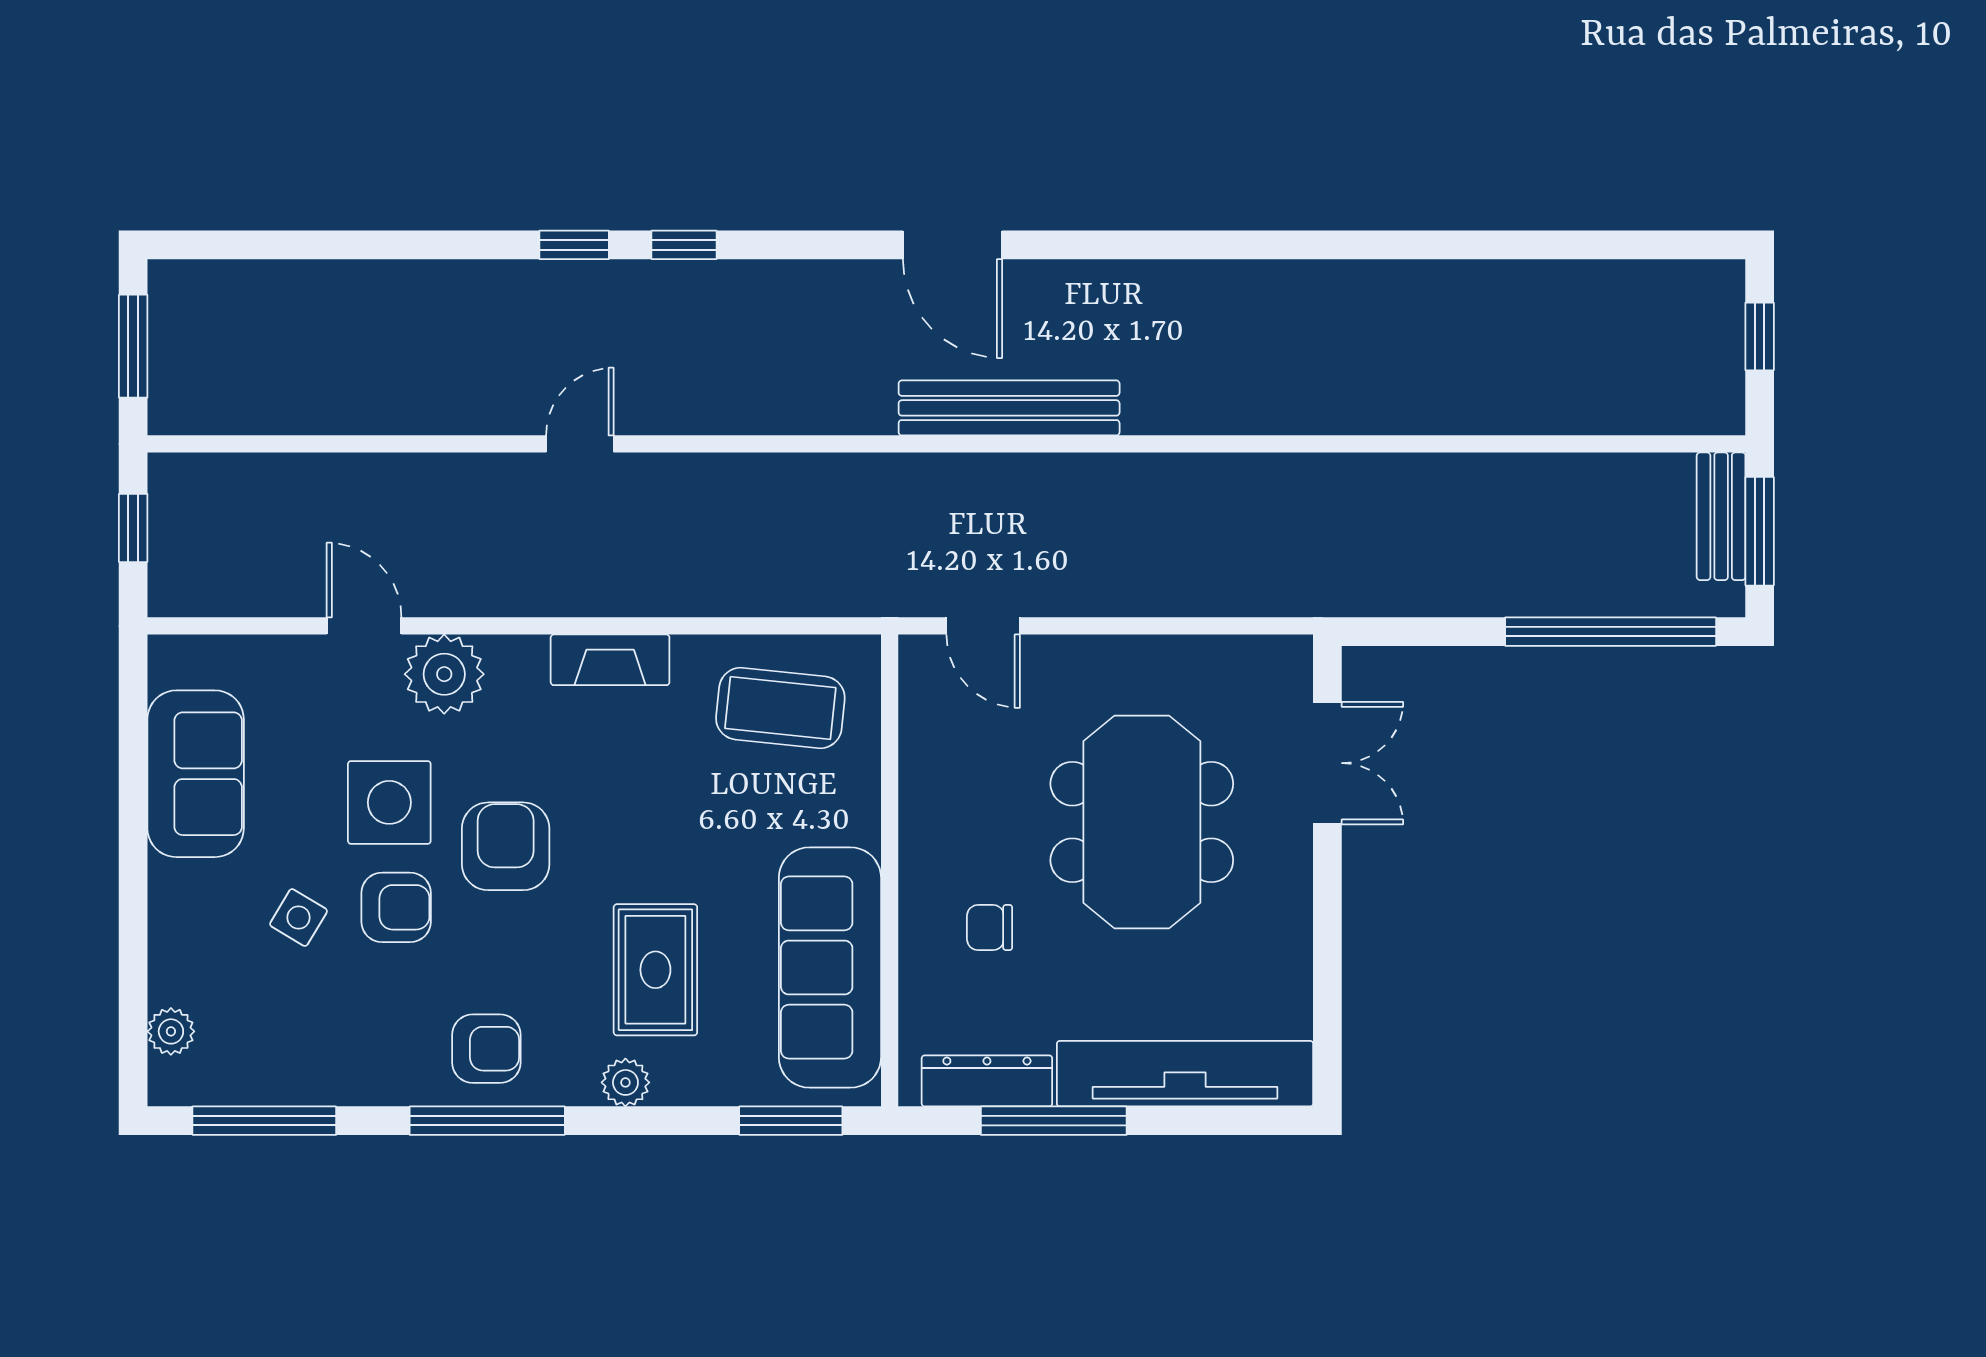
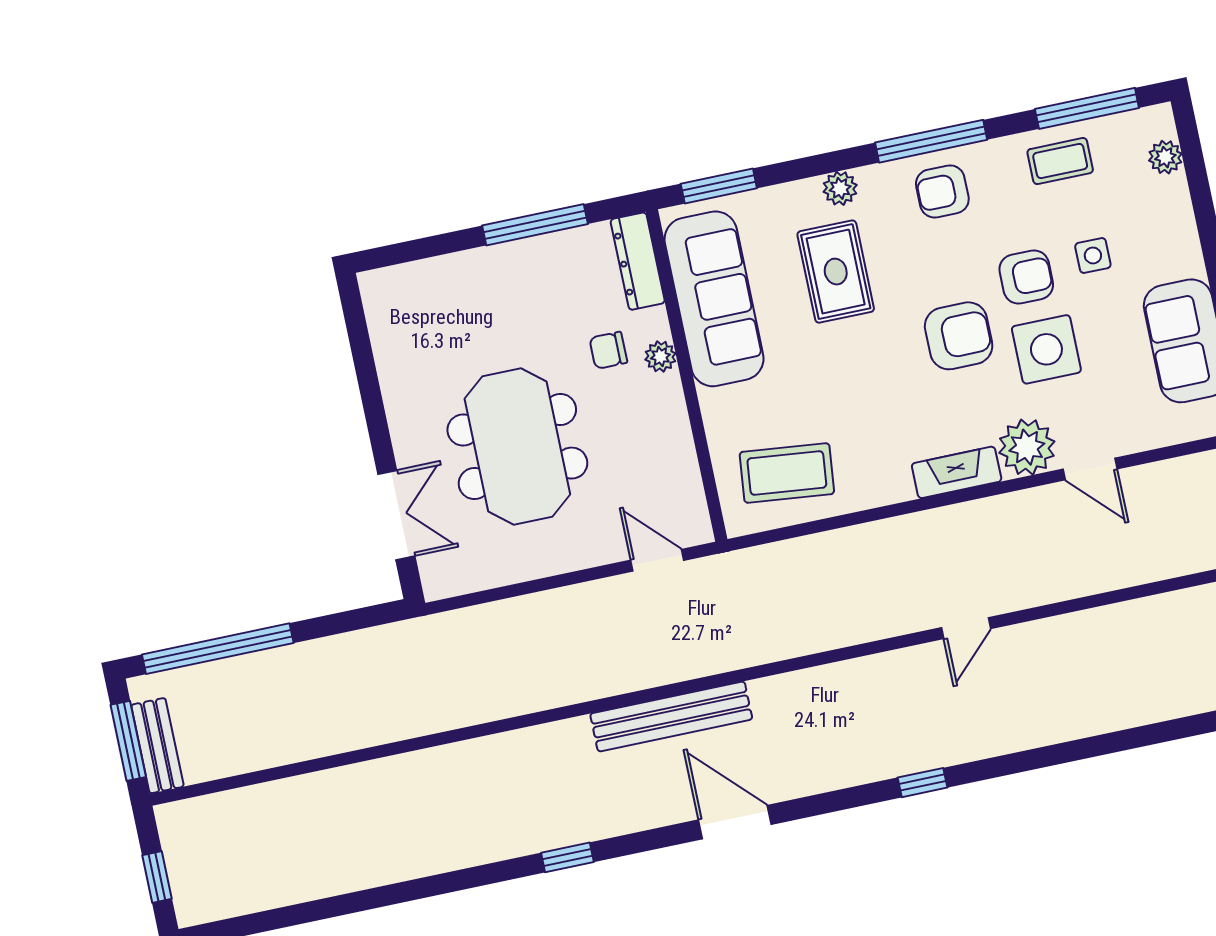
window: (574, 245) -> (567, 857), moved
fireplace: (610, 660) -> (957, 472), moved
double door: (1327, 763) -> (396, 515), swing flipped
armchair: (506, 846) -> (959, 336), turned -90
plant: (920, 904) -> (660, 356), added
armchair: (396, 907) -> (1026, 277), turned 180
side table: (299, 918) -> (1093, 255), turned -31
chair: (990, 928) -> (608, 350), turned 180
coffee table: (316, 1056) -> (1060, 161), added
tv unit: (1185, 1074) -> (450, 277), removed
dresser: (987, 1081) -> (638, 261), moved, turned 90

